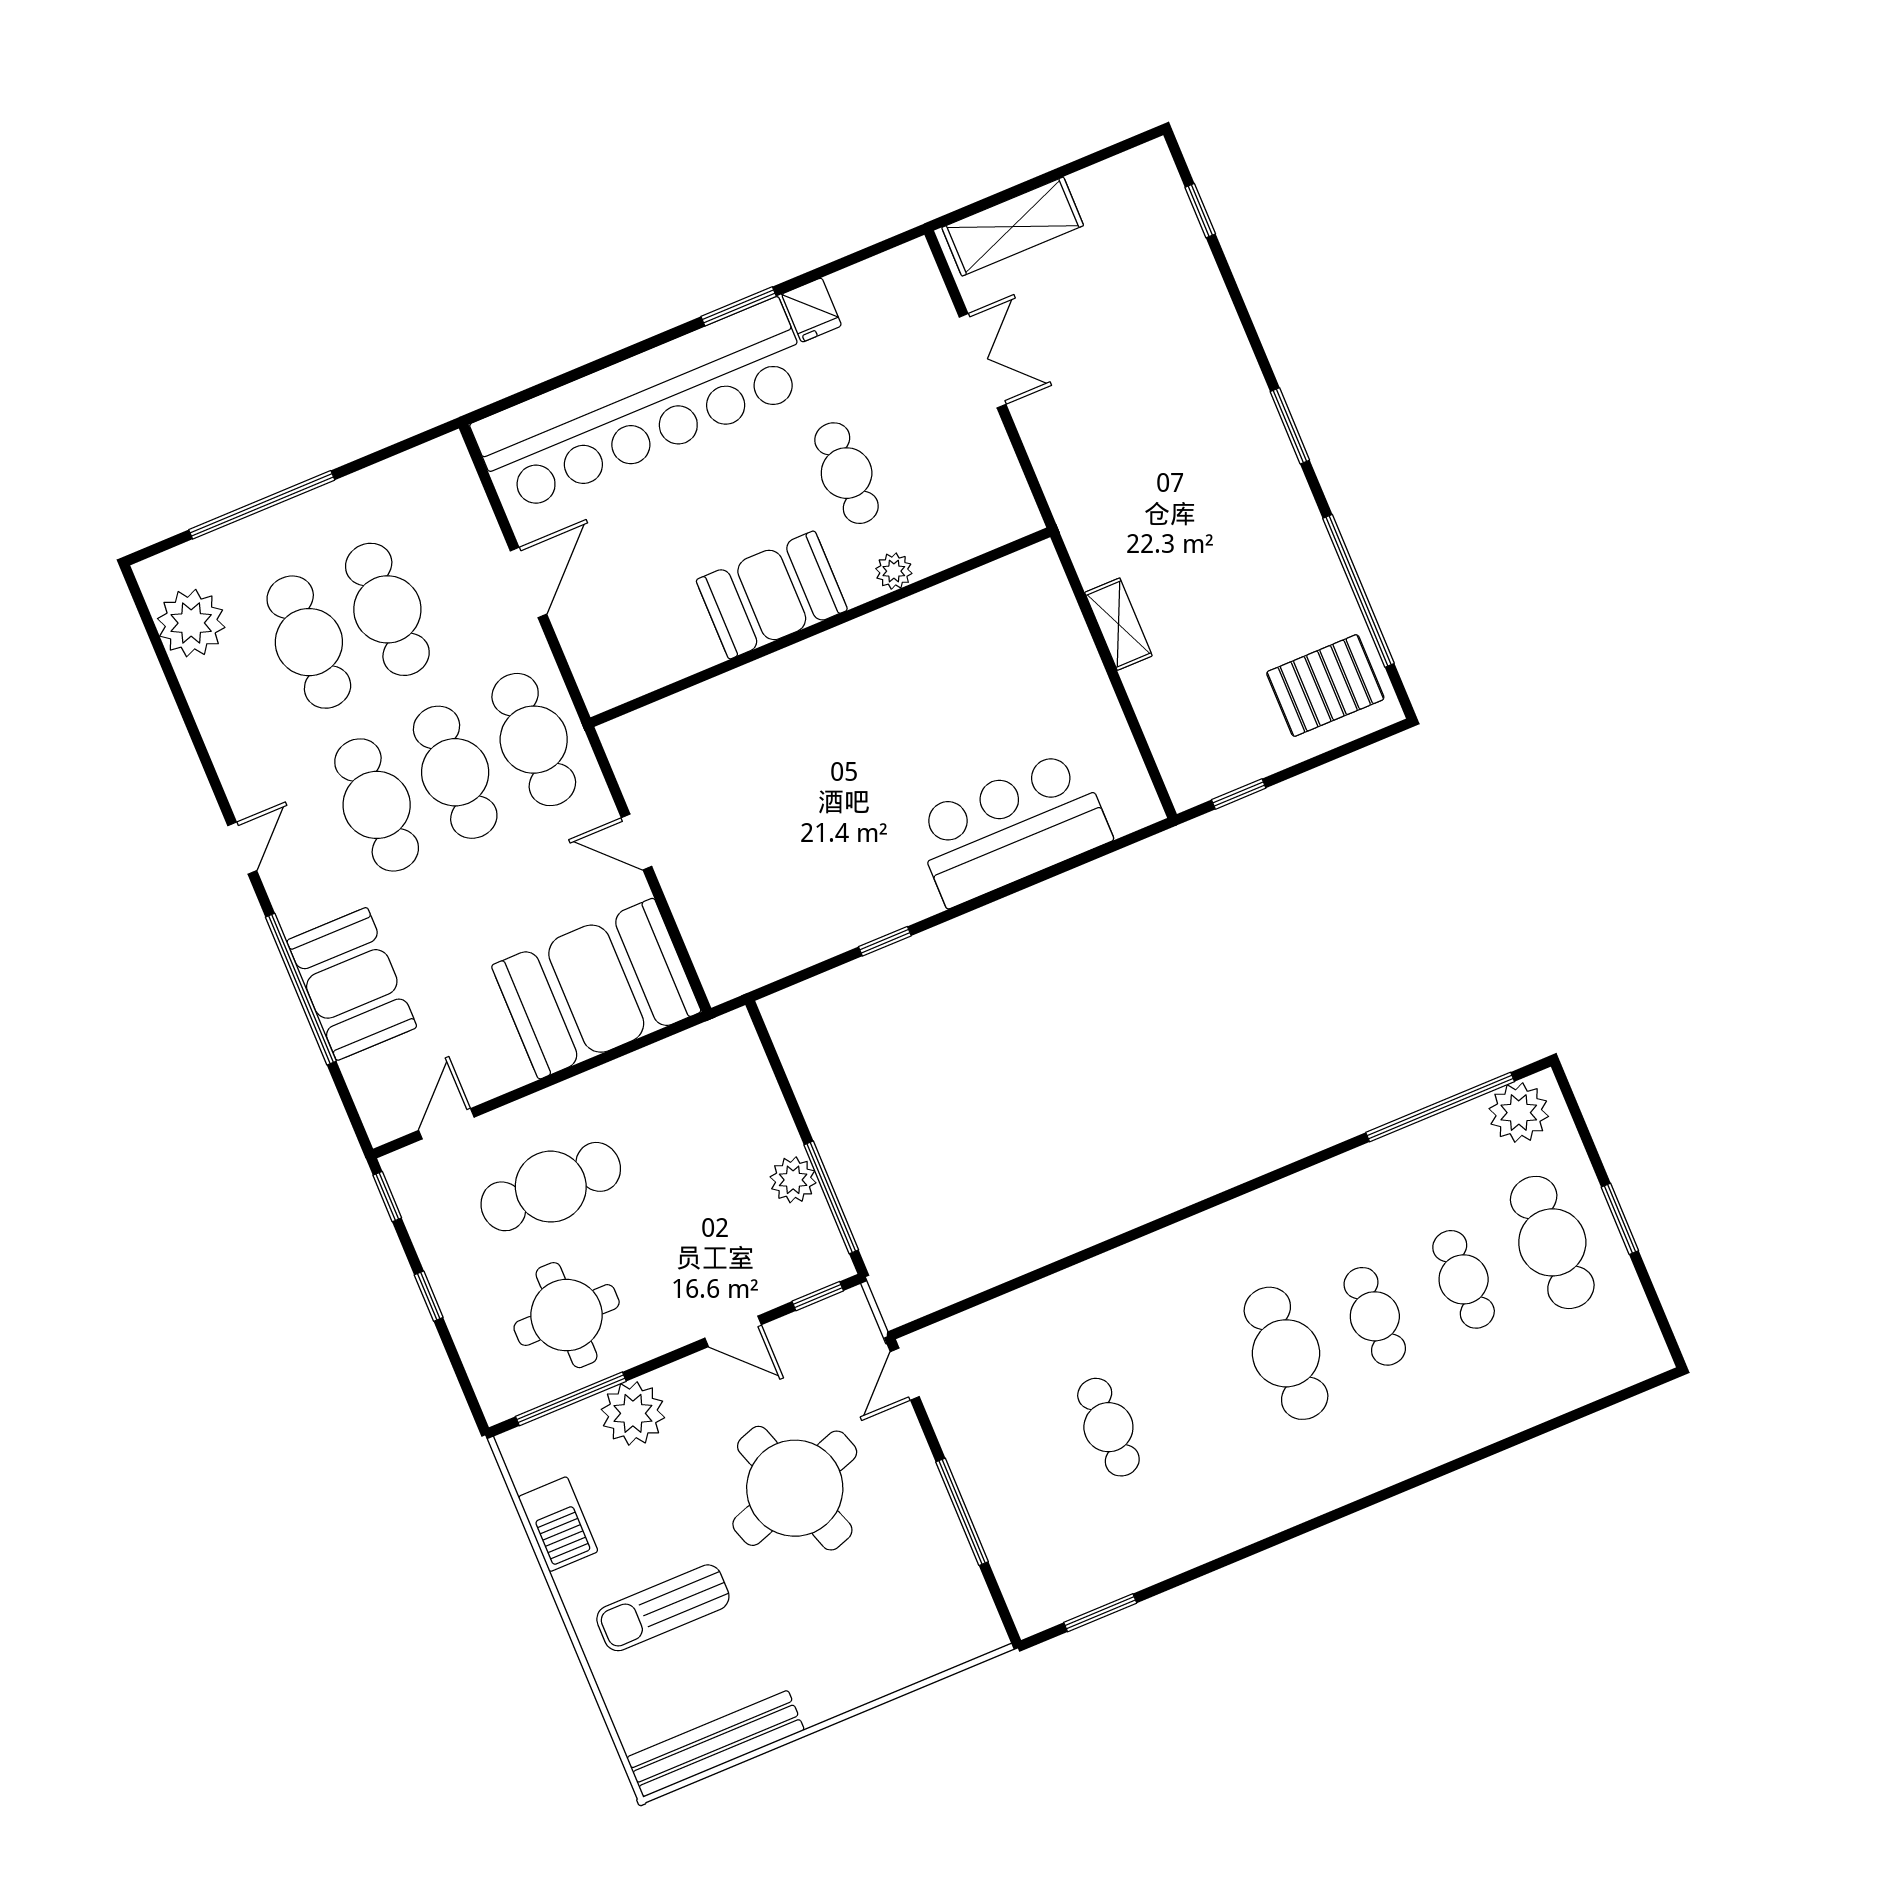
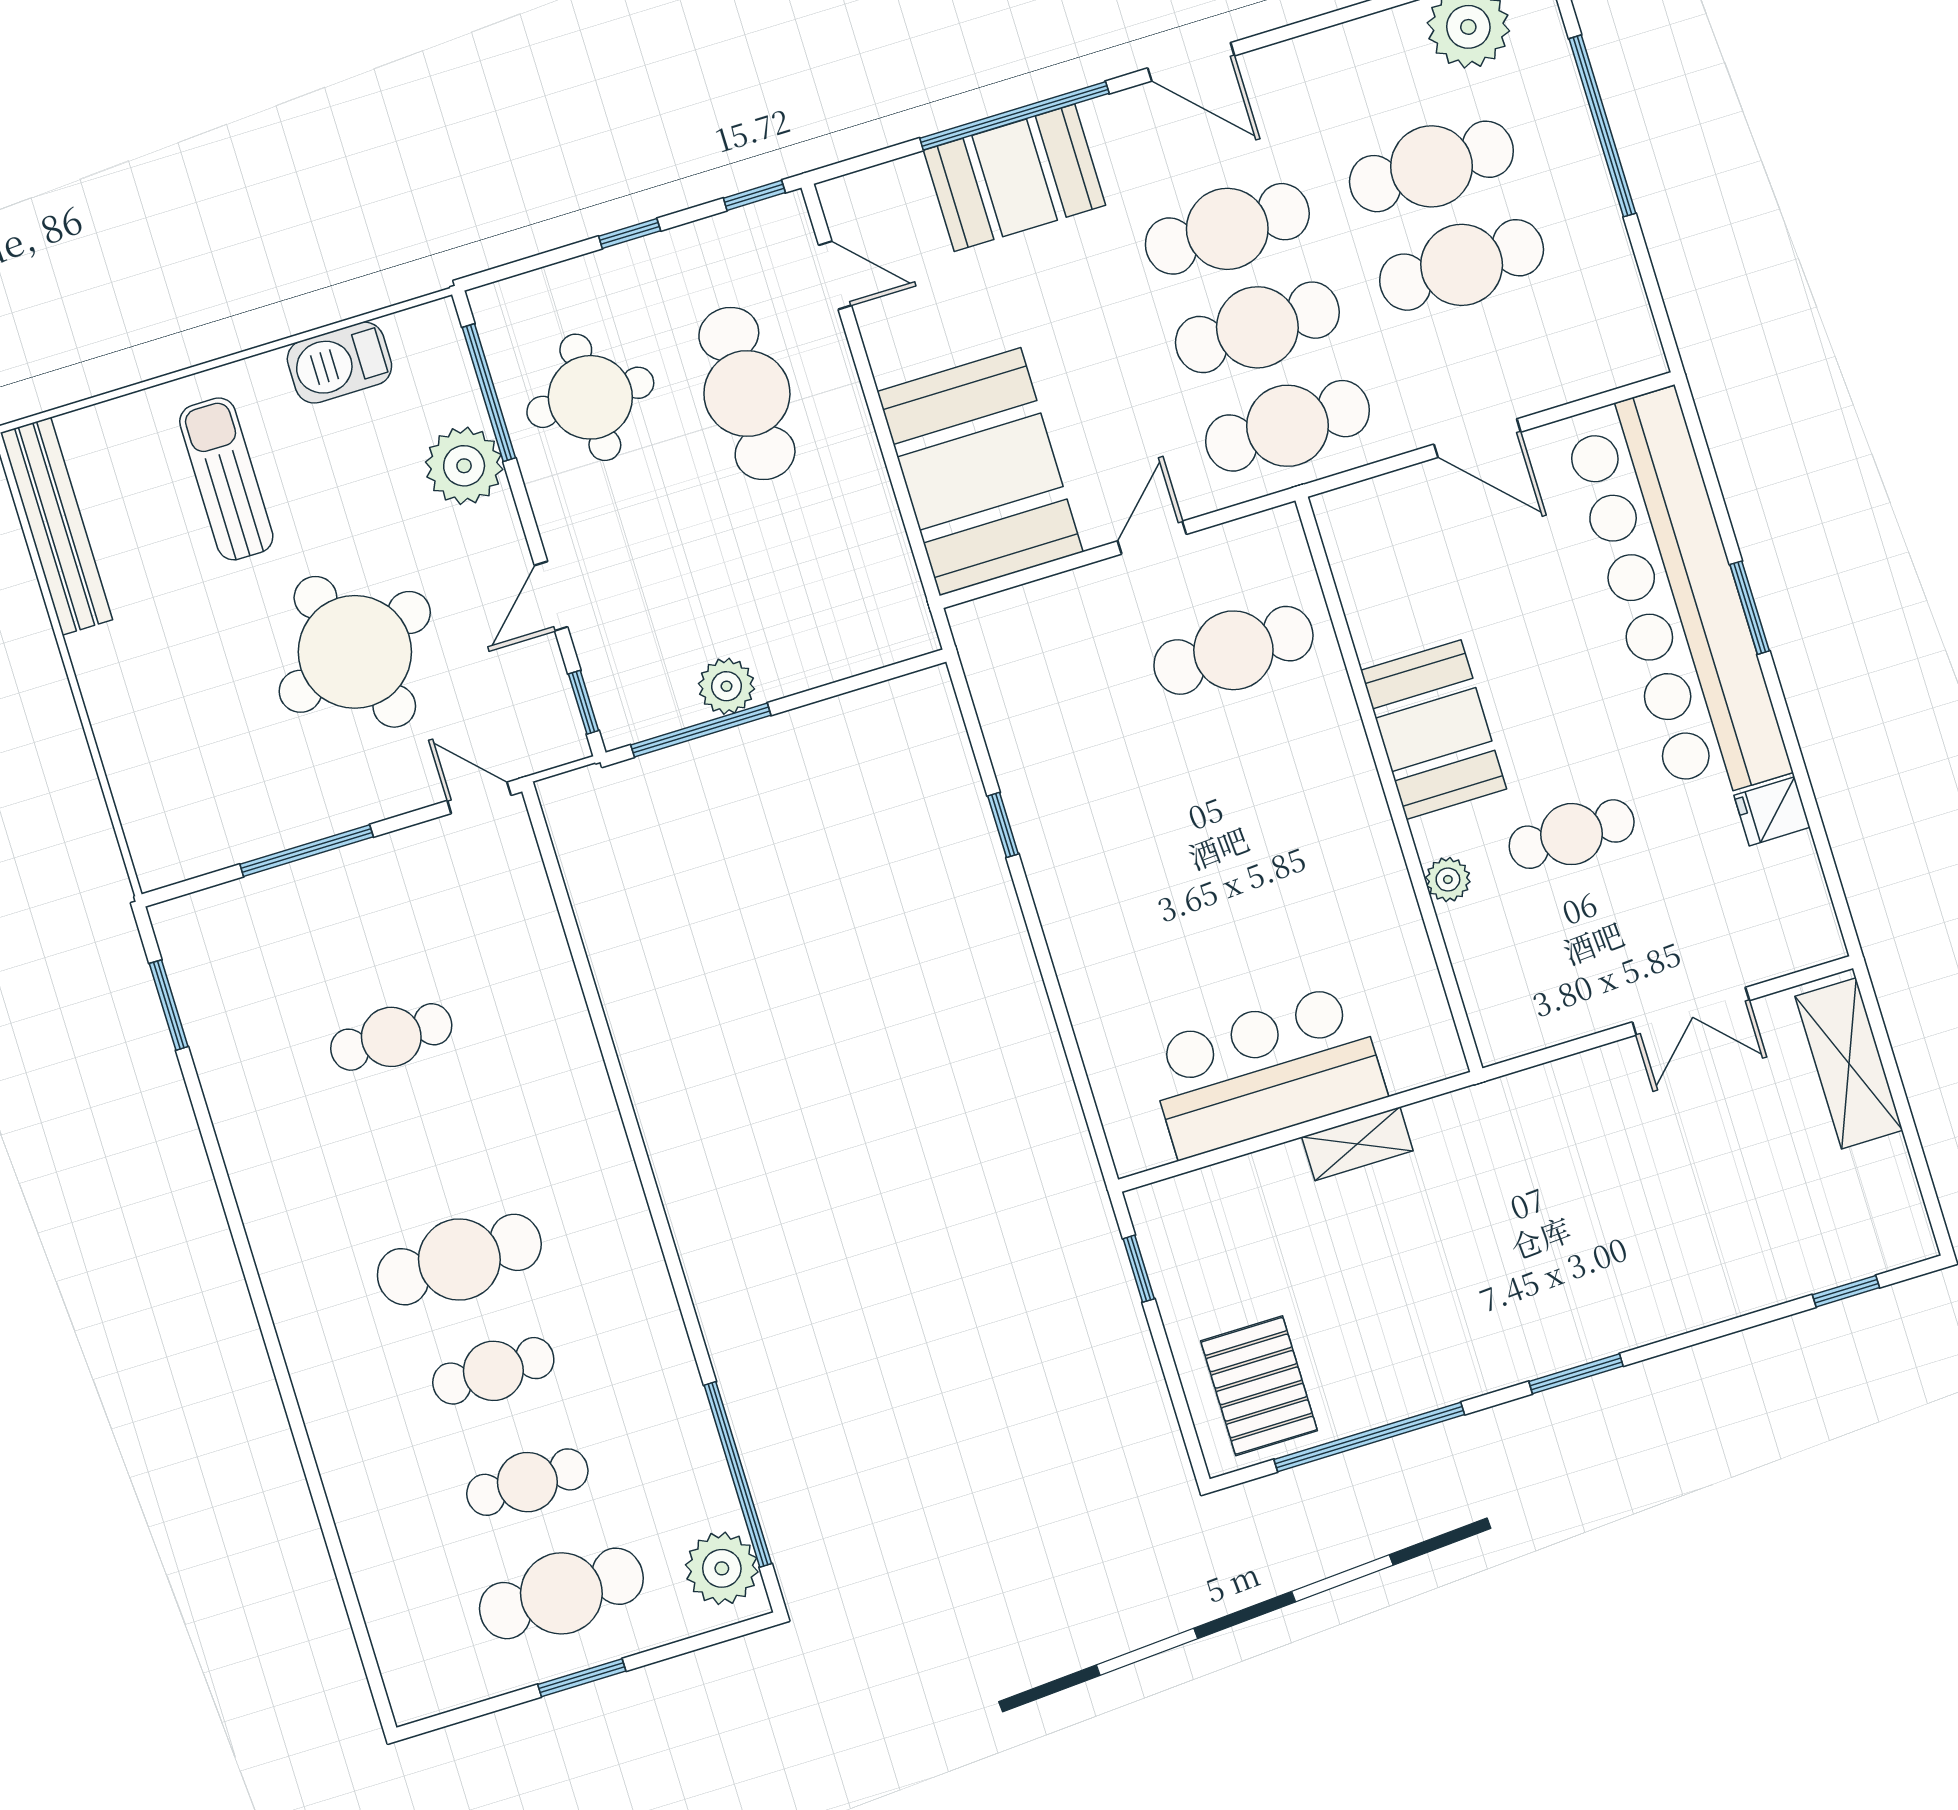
window: (739, 306) -> (1750, 608), moved
cafe table: (723, 766) -> (1233, 650), added
bar counter: (1011, 828) -> (1266, 1071), moved, turned -90
door: (242, 848) -> (1191, 62), width x1.38

